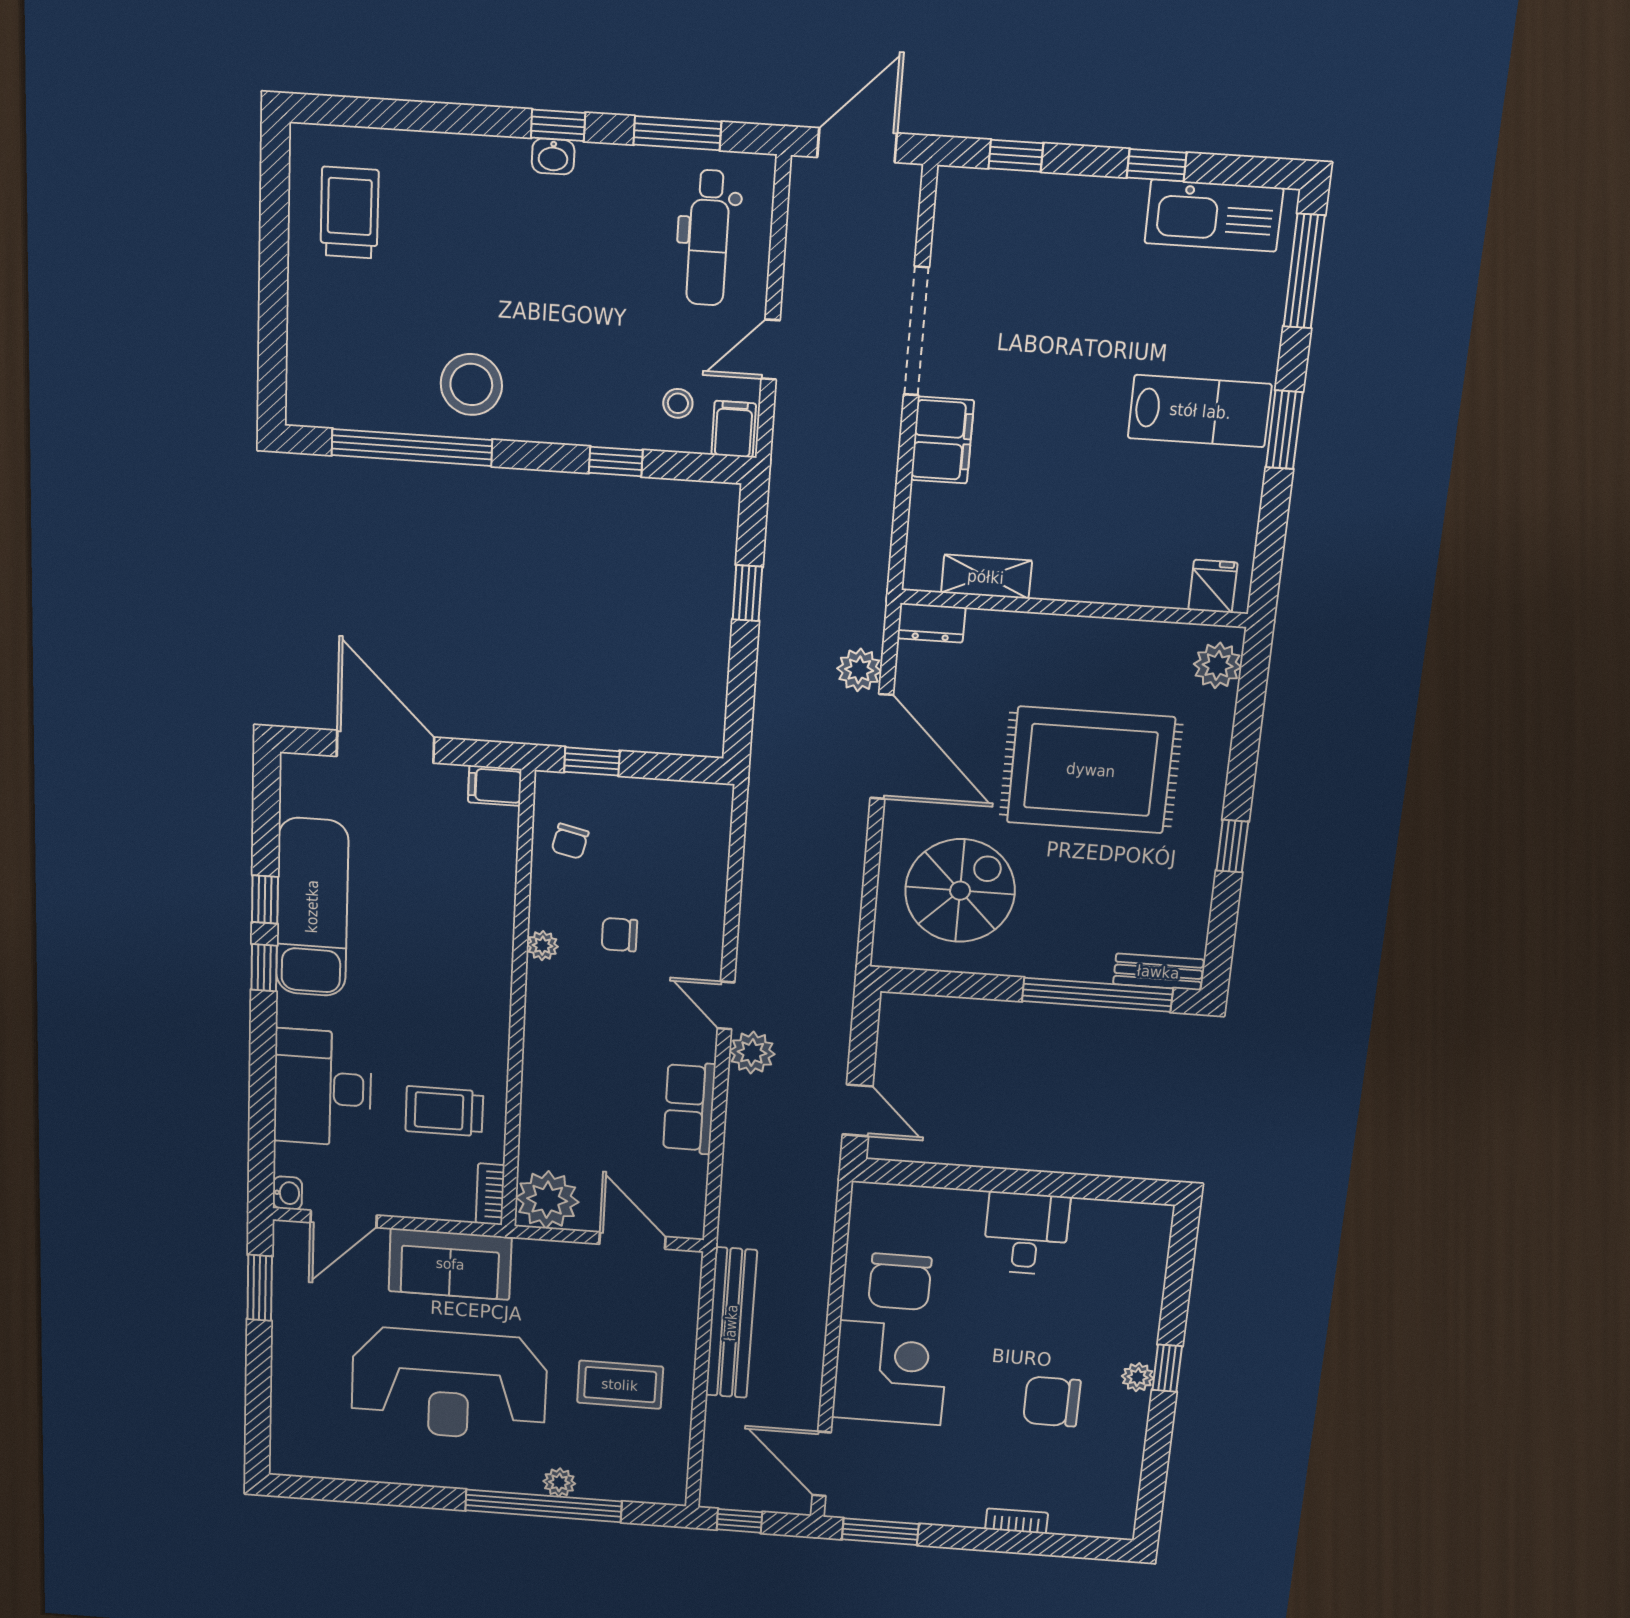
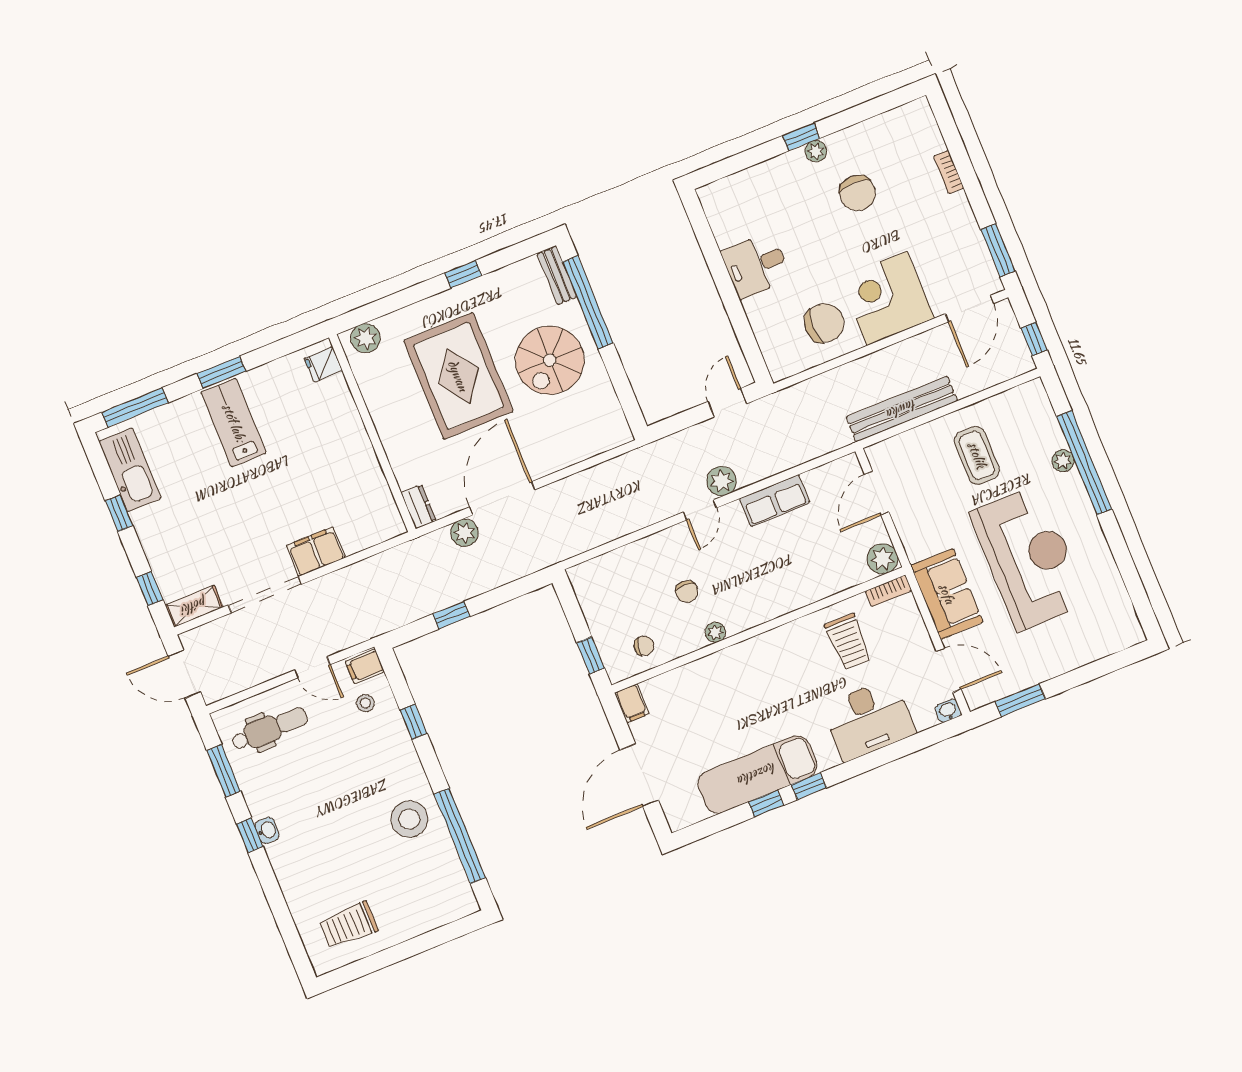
shelving: (986, 577) -> (194, 606), moved, turned 90
spiral stairs: (960, 891) -> (550, 360), moved, turned -90
plant: (547, 1200) -> (883, 559), width x0.73, depth x0.73

